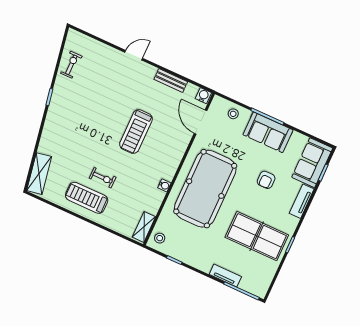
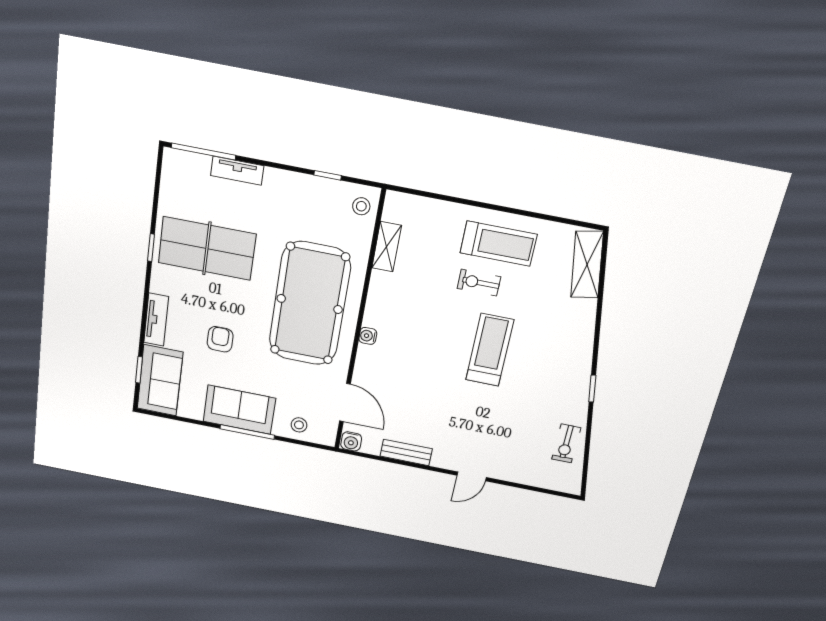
treadmill: (136, 132) -> (490, 350), moved
water cooler: (164, 185) -> (368, 336), moved
shelving: (144, 227) -> (387, 247), moved

